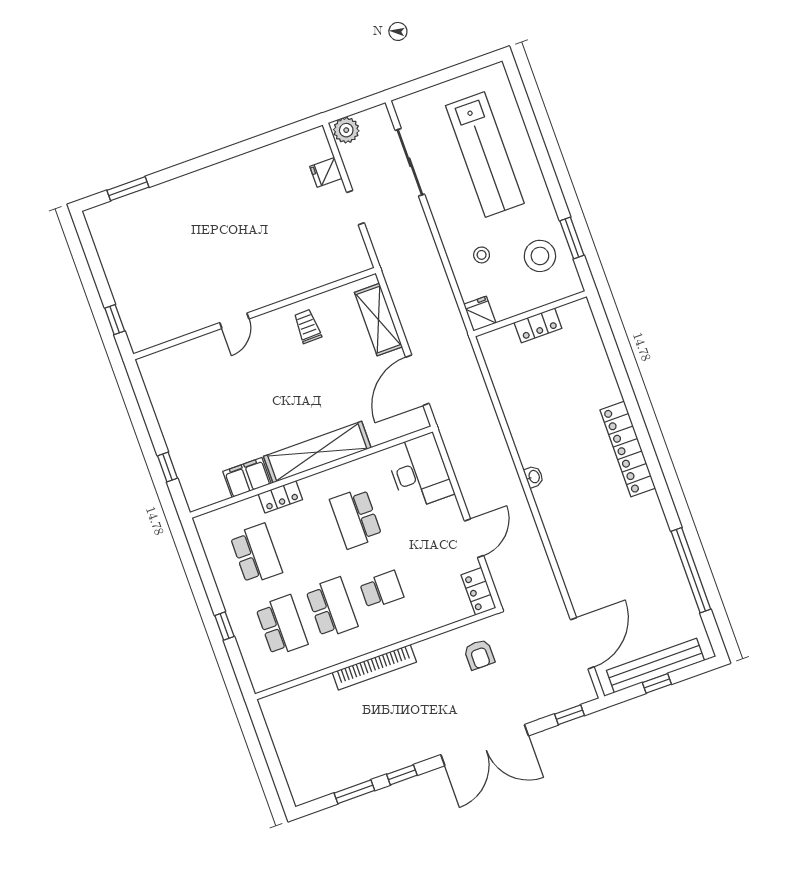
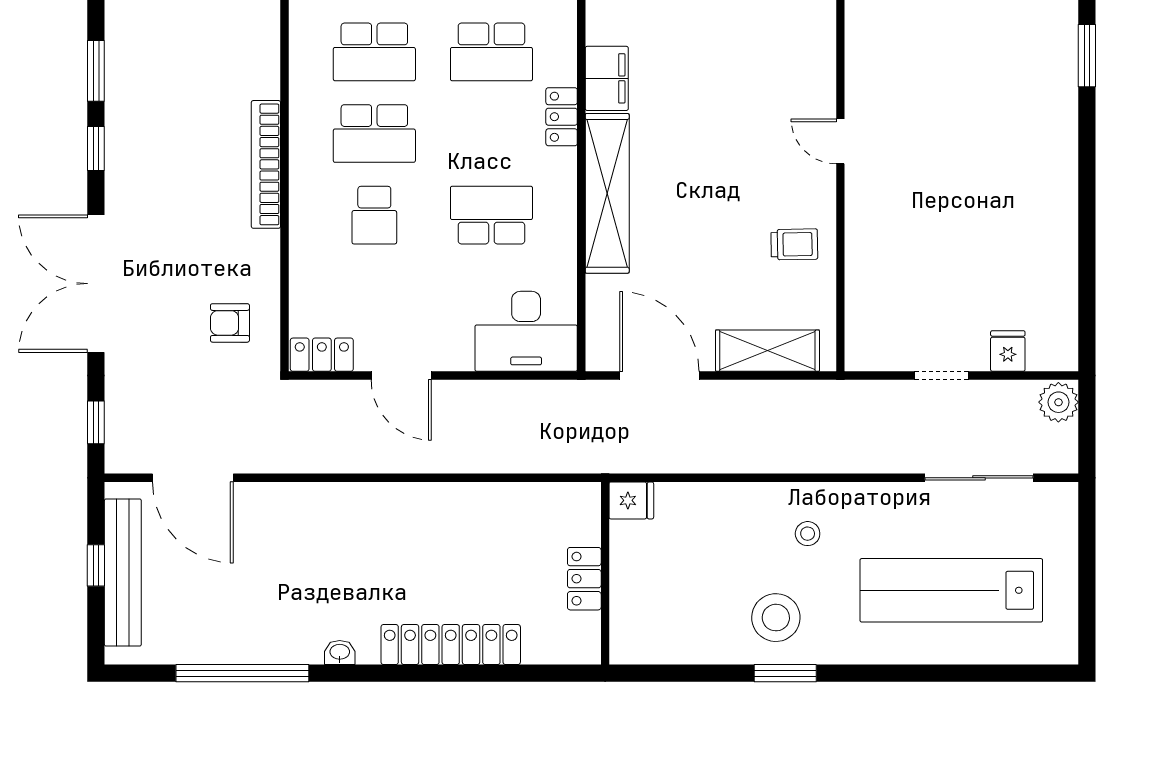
fridge: (480, 314) -> (631, 500), moved
wall: (530, 314) -> (605, 573), moved
locker: (538, 325) -> (584, 579), moved
washbasin: (534, 477) -> (340, 652), moved, turned 180

